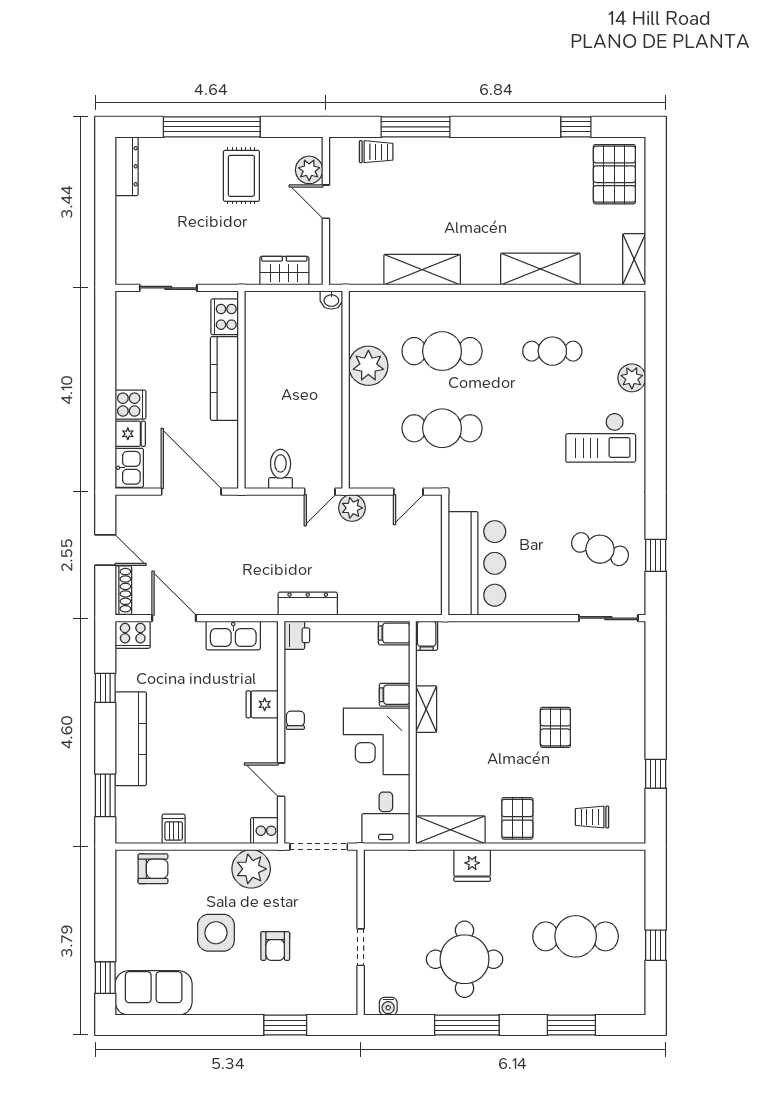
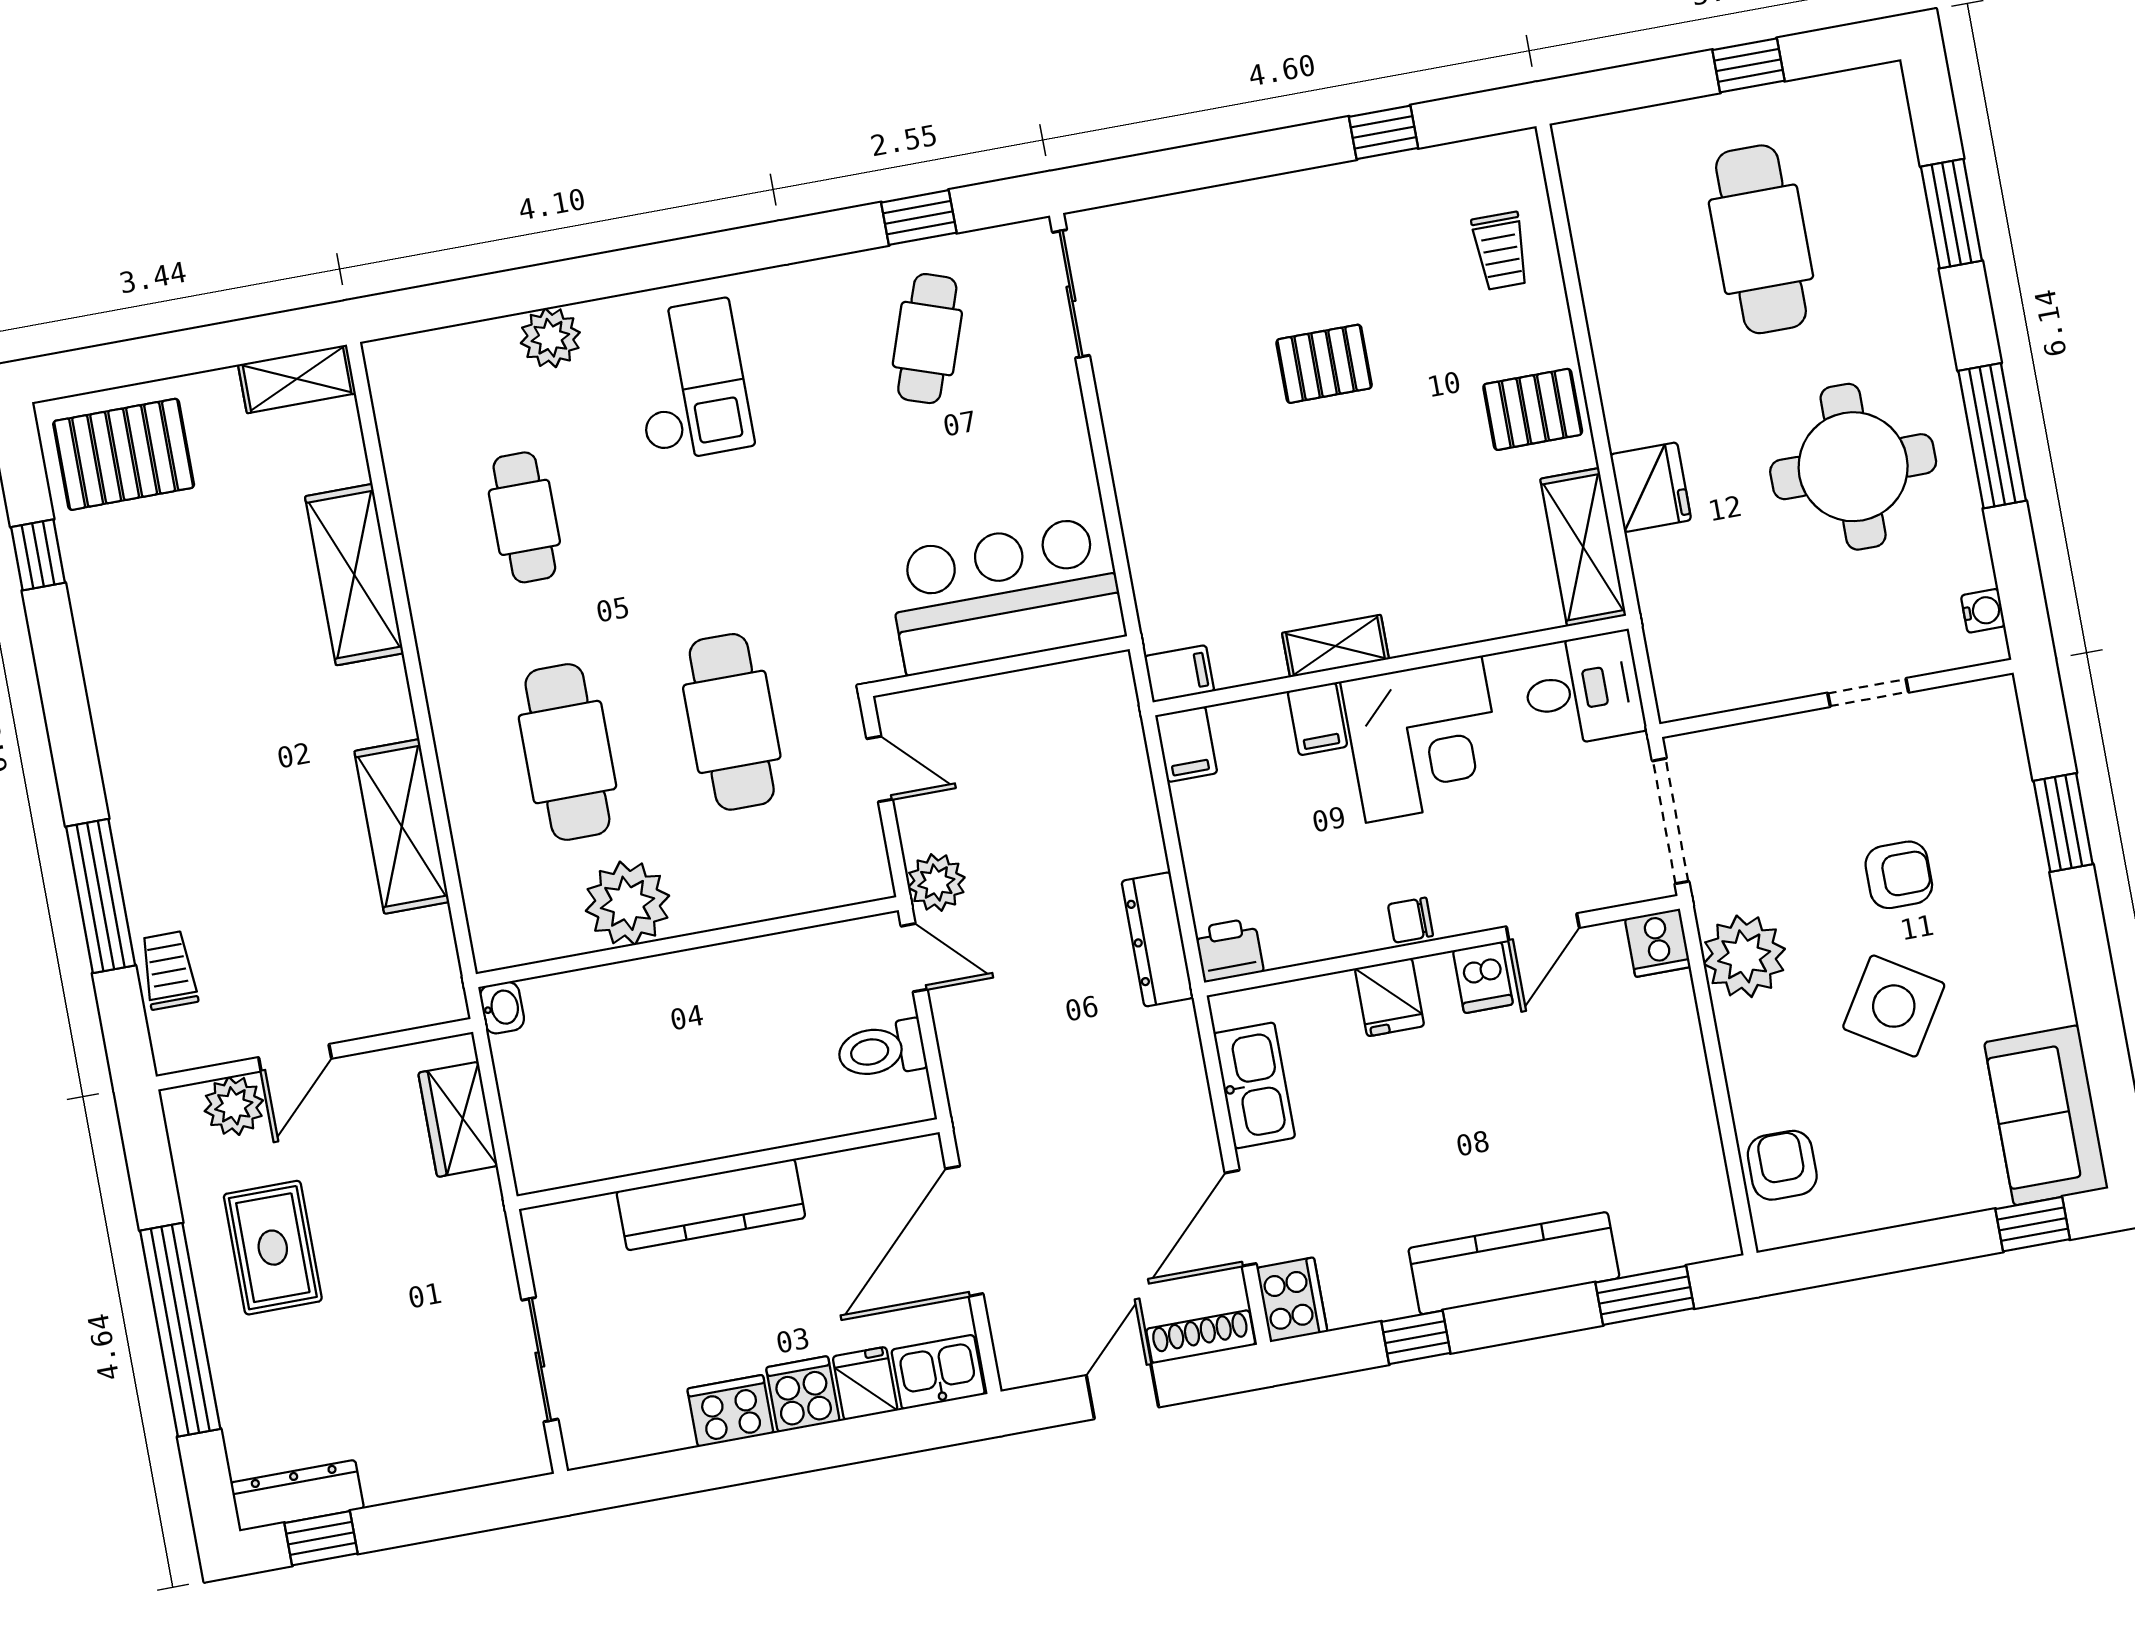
window: (105, 174) -> (321, 1538), added
rug: (241, 176) -> (273, 1248), turned 90
cooker: (225, 317) -> (730, 1411), moved, turned 180
dishwasher: (174, 829) -> (1483, 977), moved, turned -90
side table: (216, 933) -> (1894, 1006), turned 32

